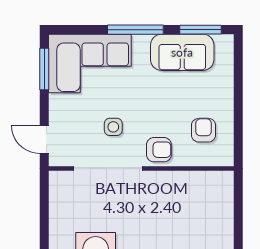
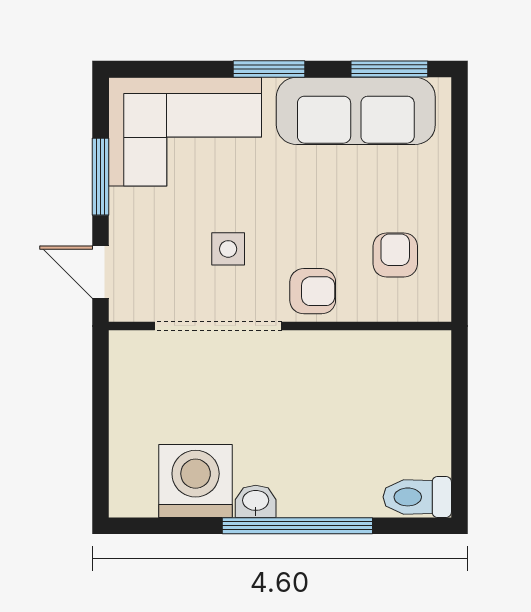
window: (135, 30) -> (269, 69), width x0.69
sofa: (182, 52) -> (356, 111), width x1.36
window: (44, 69) -> (100, 177), moved

